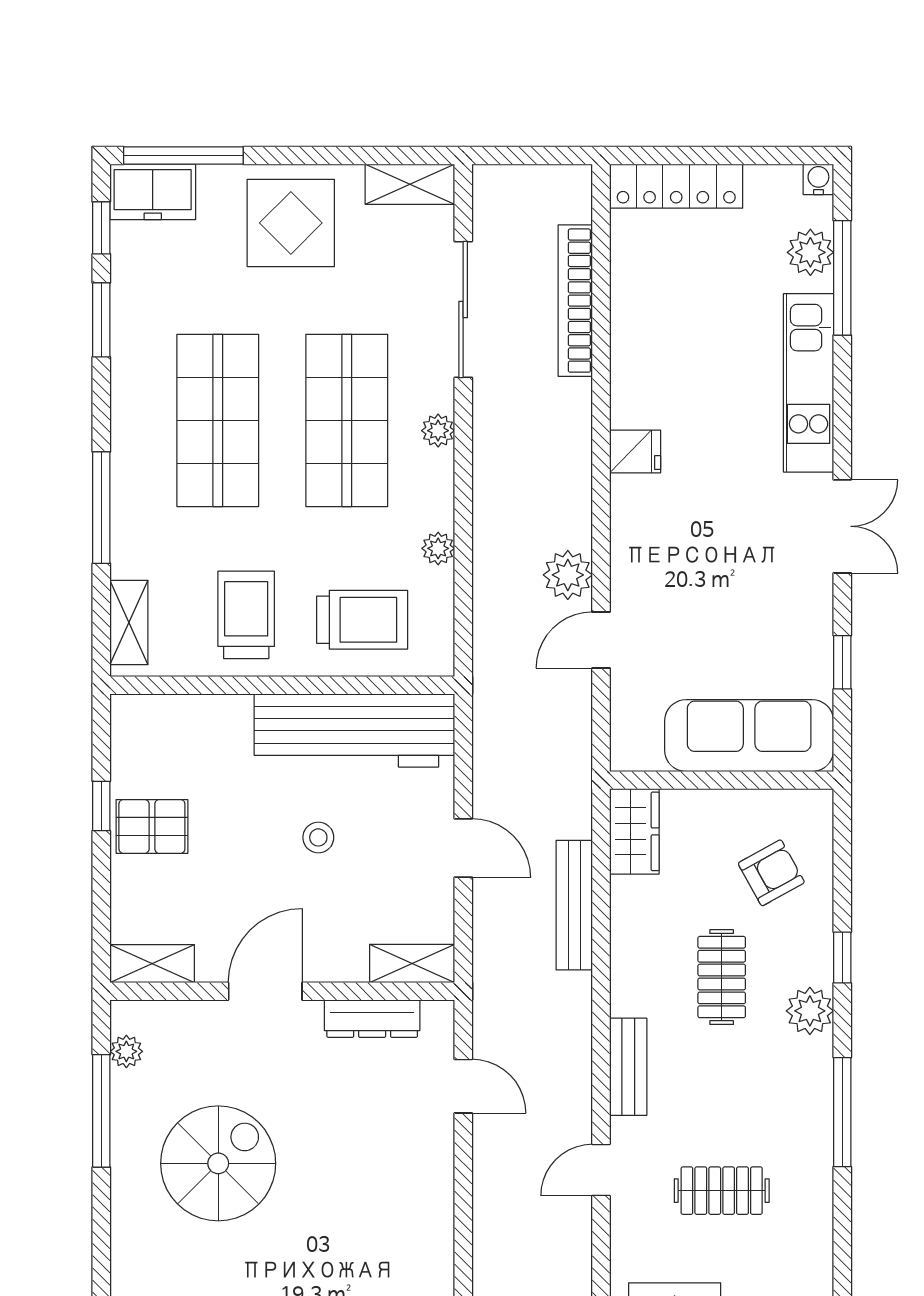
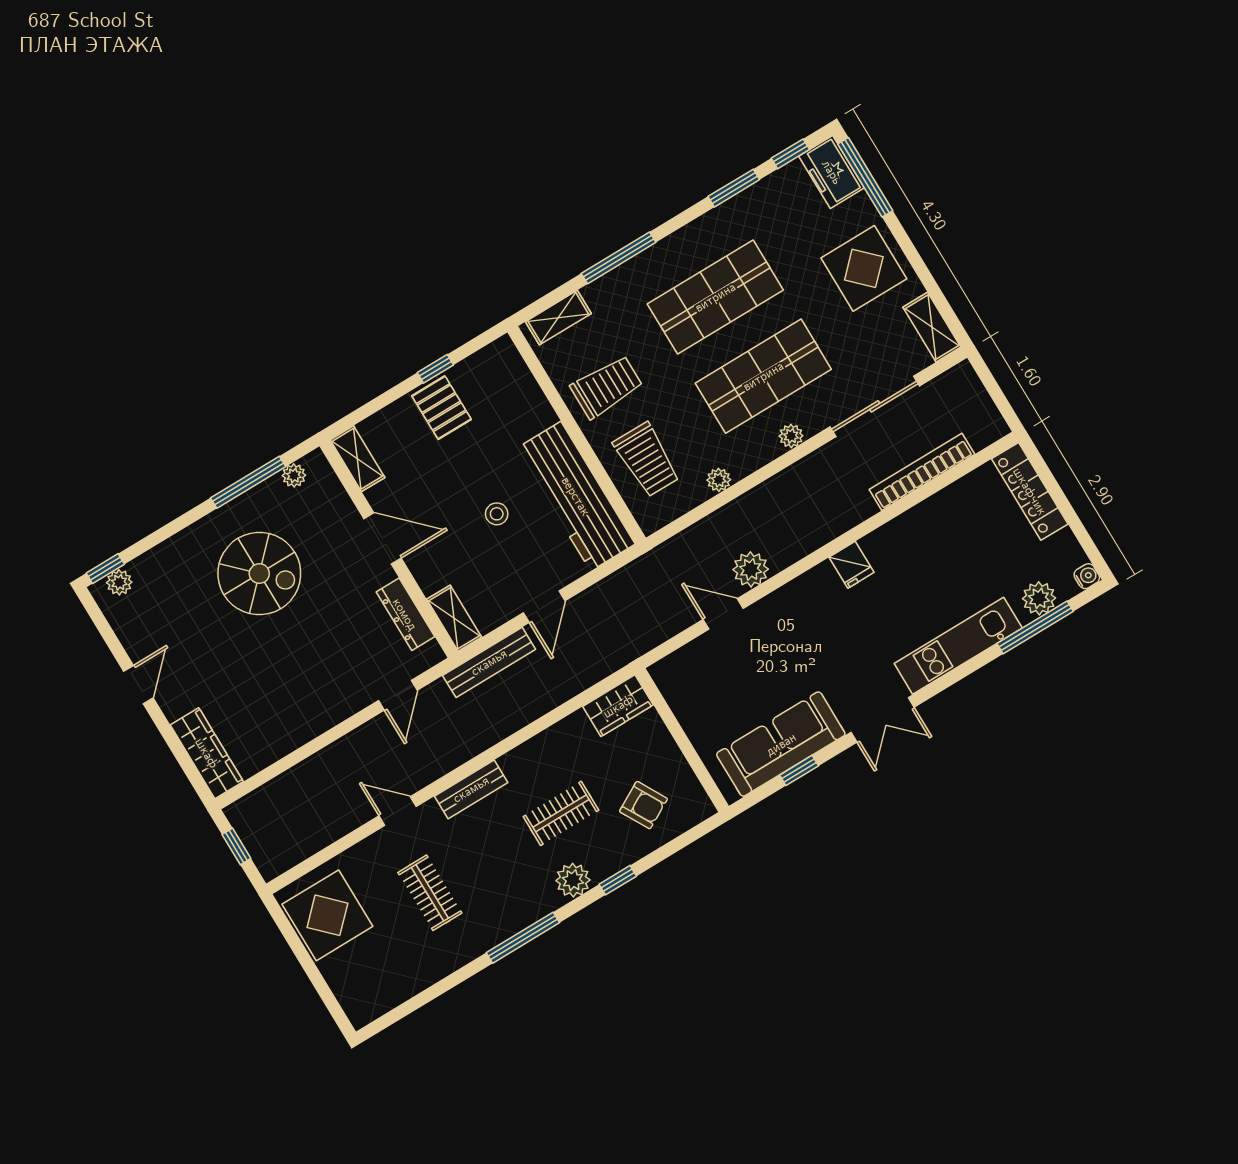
sofa: (749, 736) -> (781, 744), moved, turned -90
bench: (574, 905) -> (489, 662), moved

